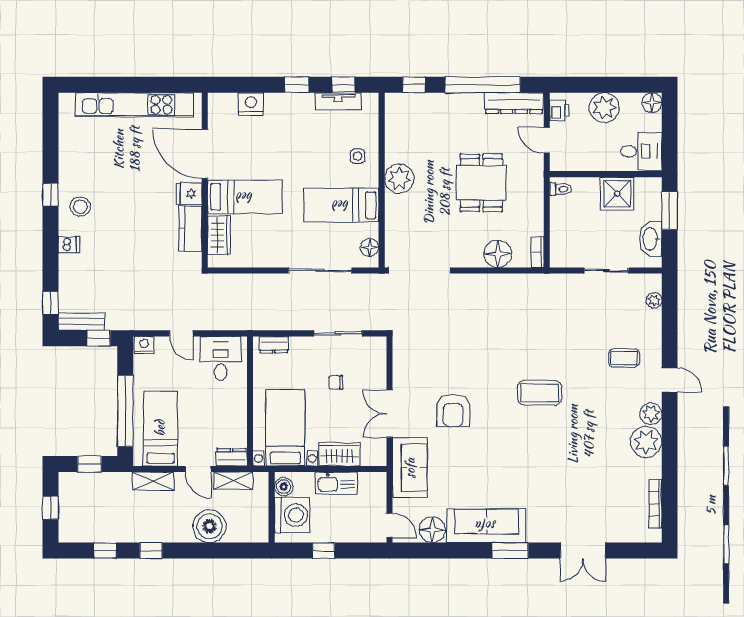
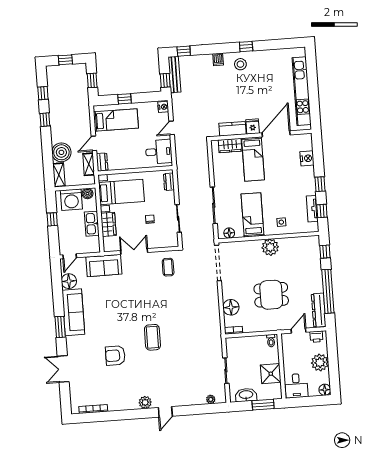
bench: (81, 322) -> (174, 75), width x1.36
coffee table: (624, 358) -> (168, 267), moved
armchair: (453, 410) -> (115, 356), moved
window: (125, 411) -> (125, 99), width x0.32
plant: (646, 442) -> (129, 401), removed
shelving: (153, 481) -> (59, 175), moved

